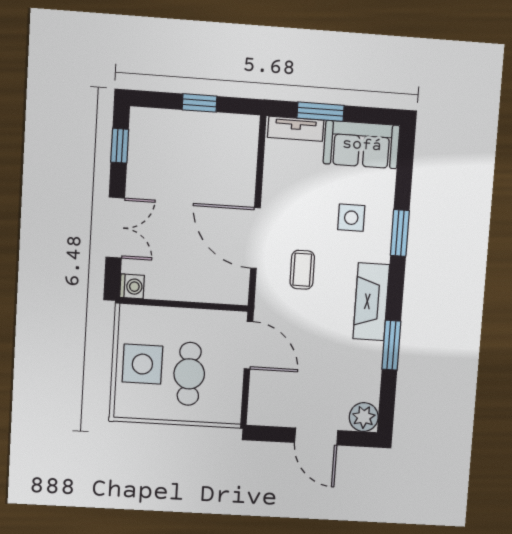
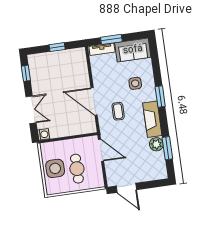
window: (400, 233) -> (160, 96), moved
window: (391, 345) -> (167, 148), moved
plant: (364, 417) -> (156, 144), moved
door: (316, 436) -> (126, 188), moved

